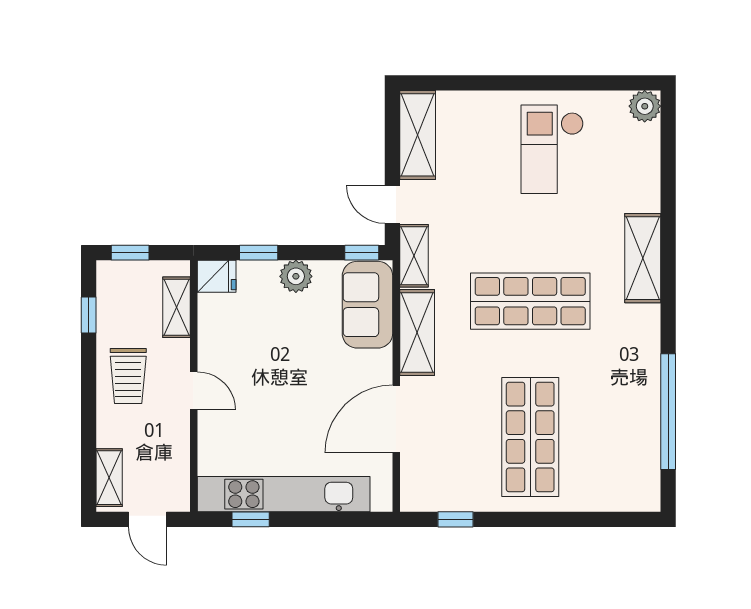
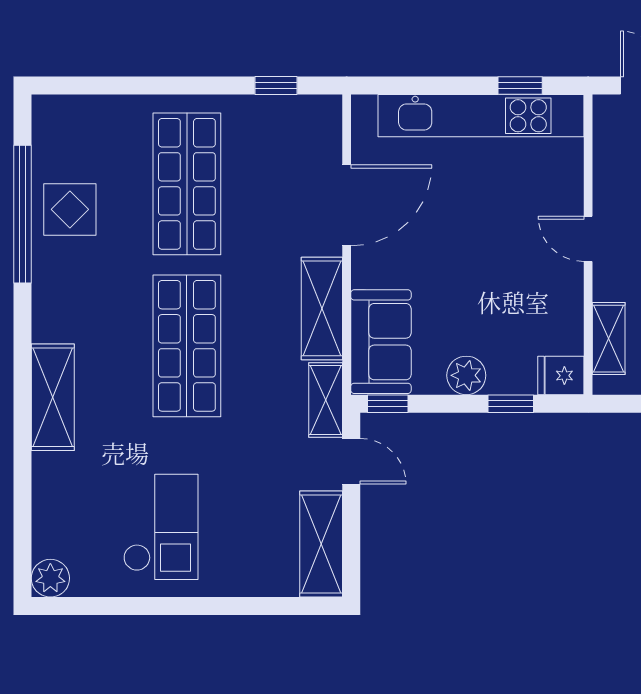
shop shelf: (530, 301) -> (187, 346), turned 90
display table: (628, 416) -> (70, 209), added

